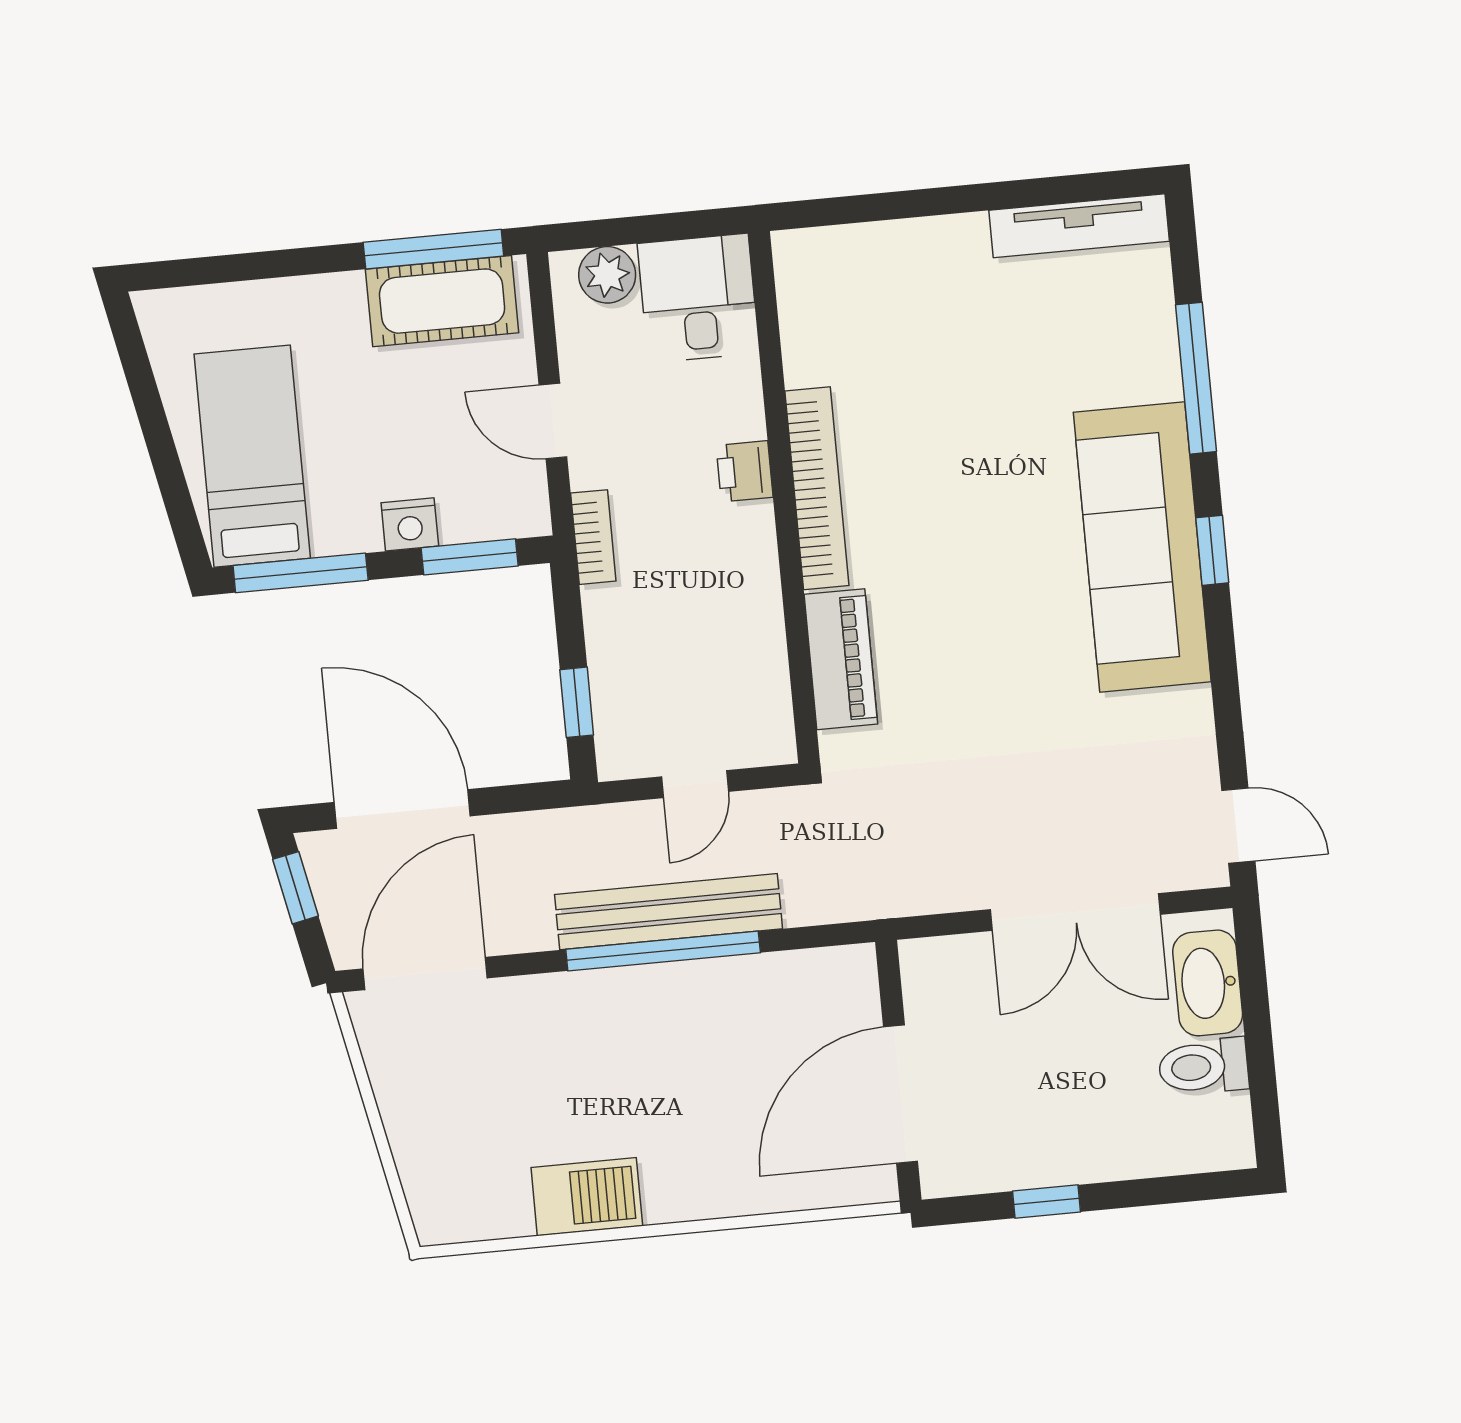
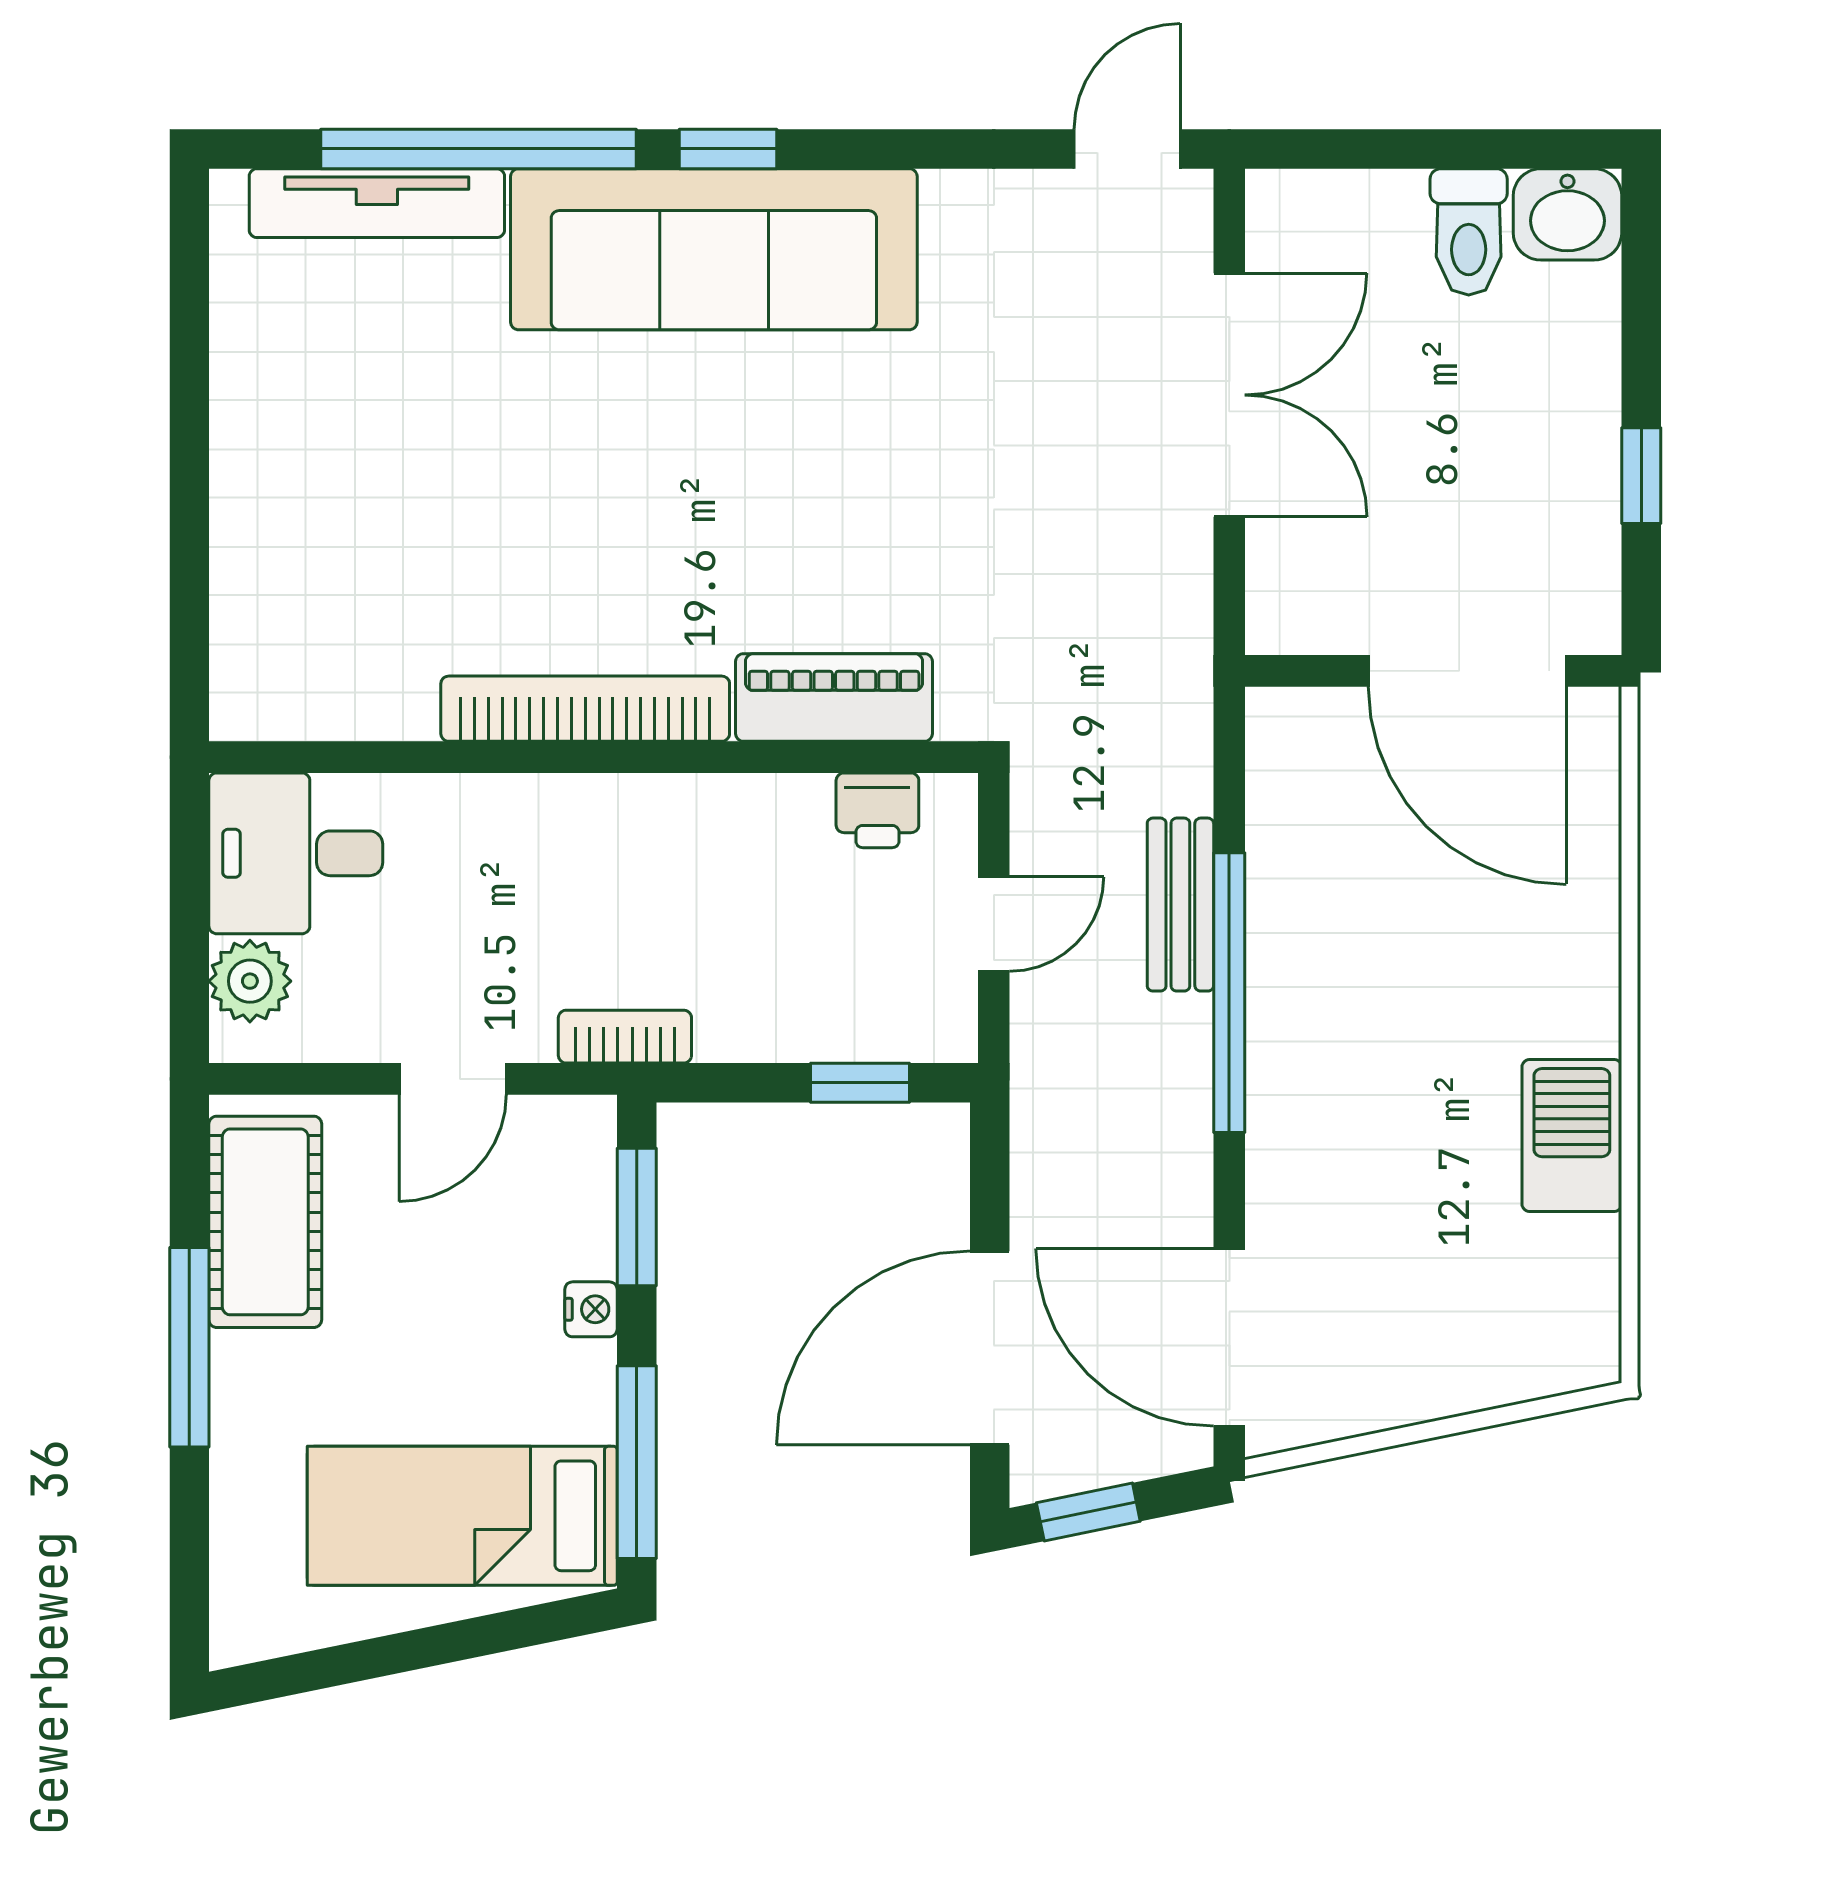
tv unit: (1079, 226) -> (377, 203), moved, turned 90
window: (433, 249) -> (189, 1347), moved
window: (1196, 378) -> (479, 149), width x1.46
printer: (745, 471) -> (877, 810), moved
nightstand: (410, 524) -> (591, 1309), width x0.72, depth x0.74
door: (695, 784) -> (994, 924), hinge flipped
bench: (669, 912) -> (1180, 905), width x0.54, depth x0.82
washbasin: (1208, 983) -> (1567, 214), moved, width x0.72

